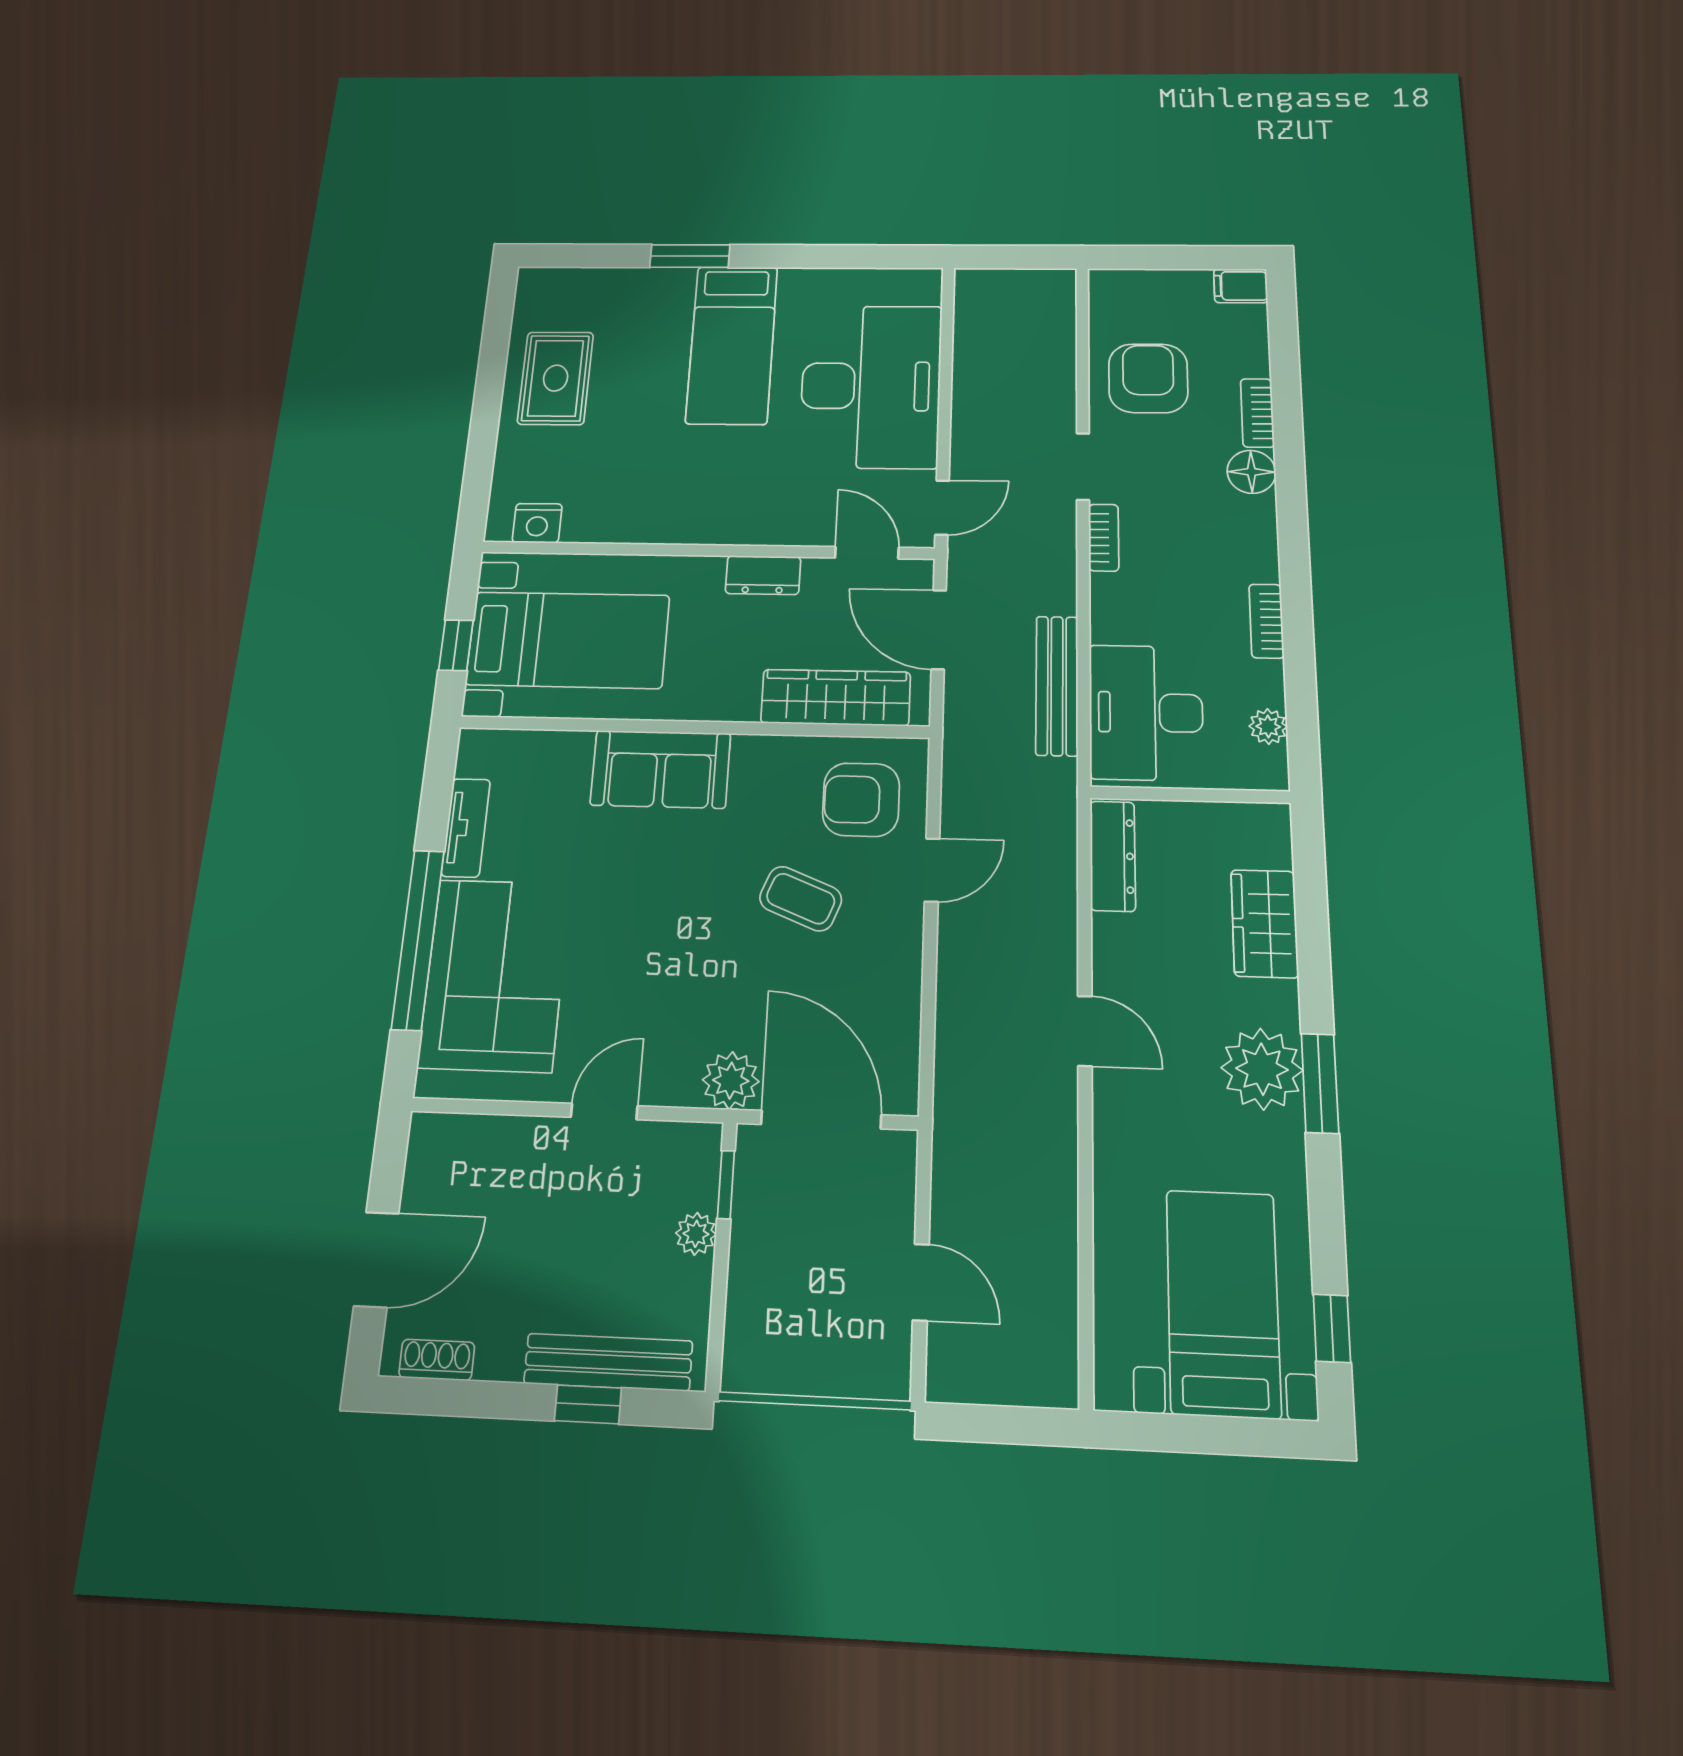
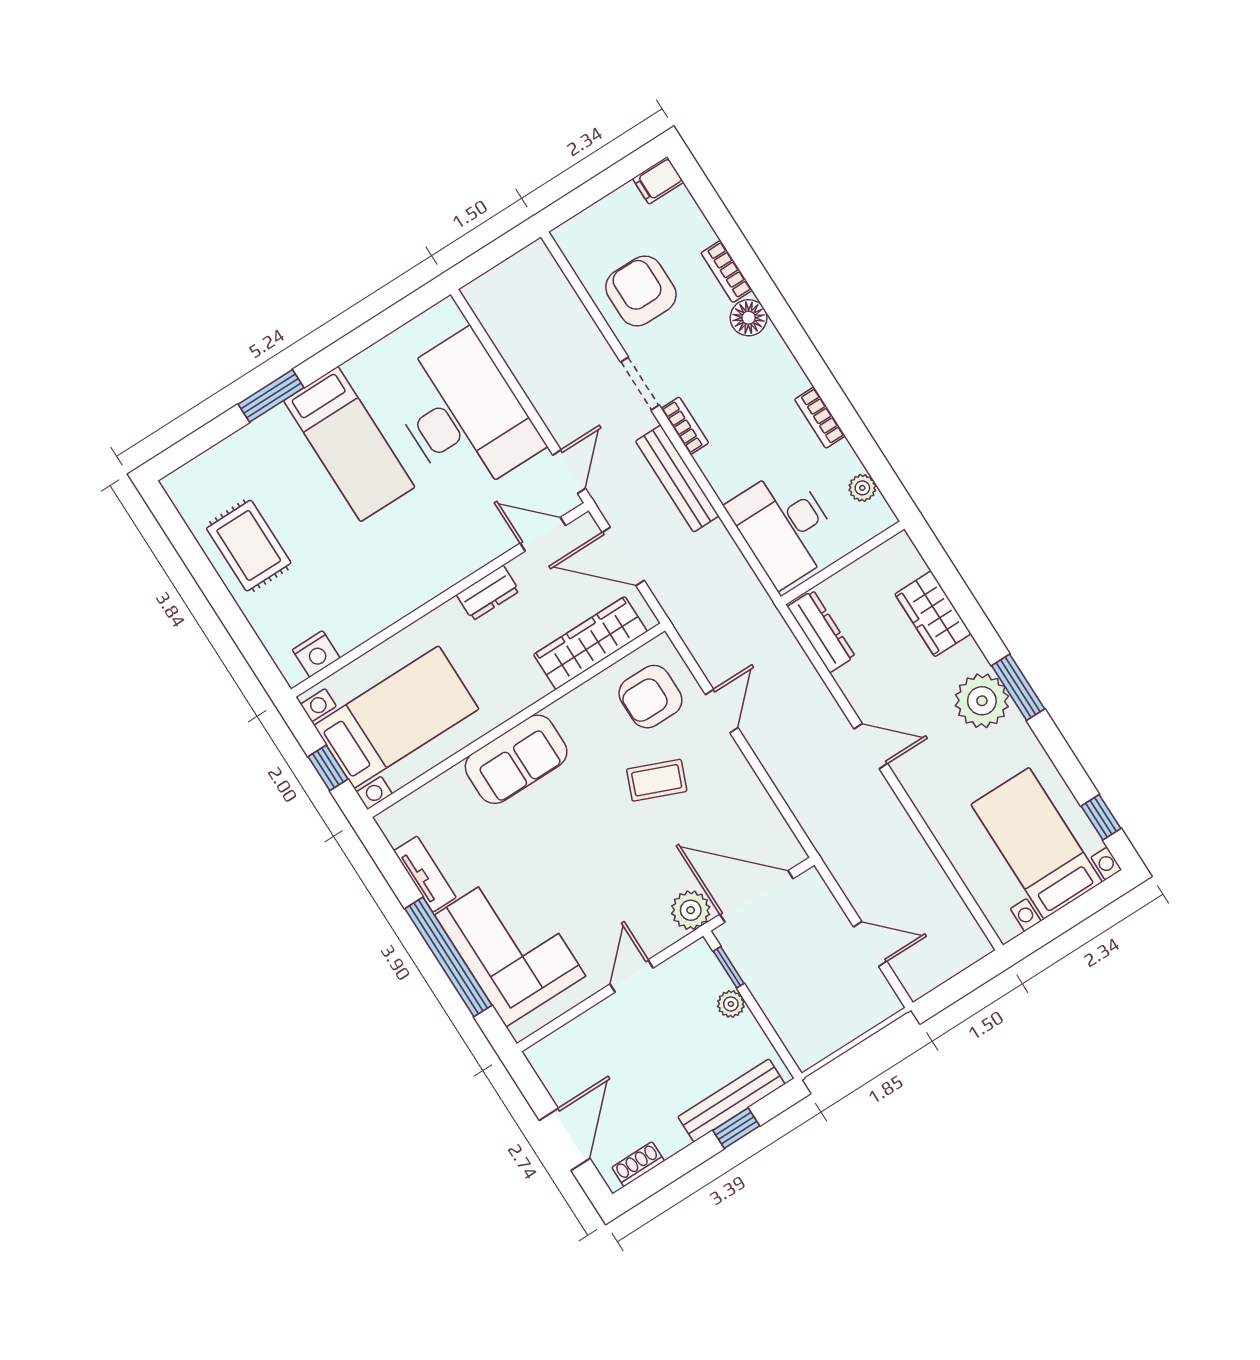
bench: (1057, 685) -> (677, 479), moved

